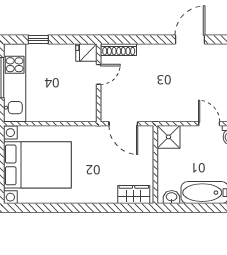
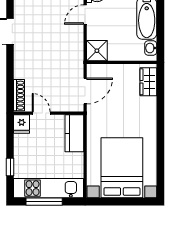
kitchen counter: (76, 112) -> (74, 133), added

